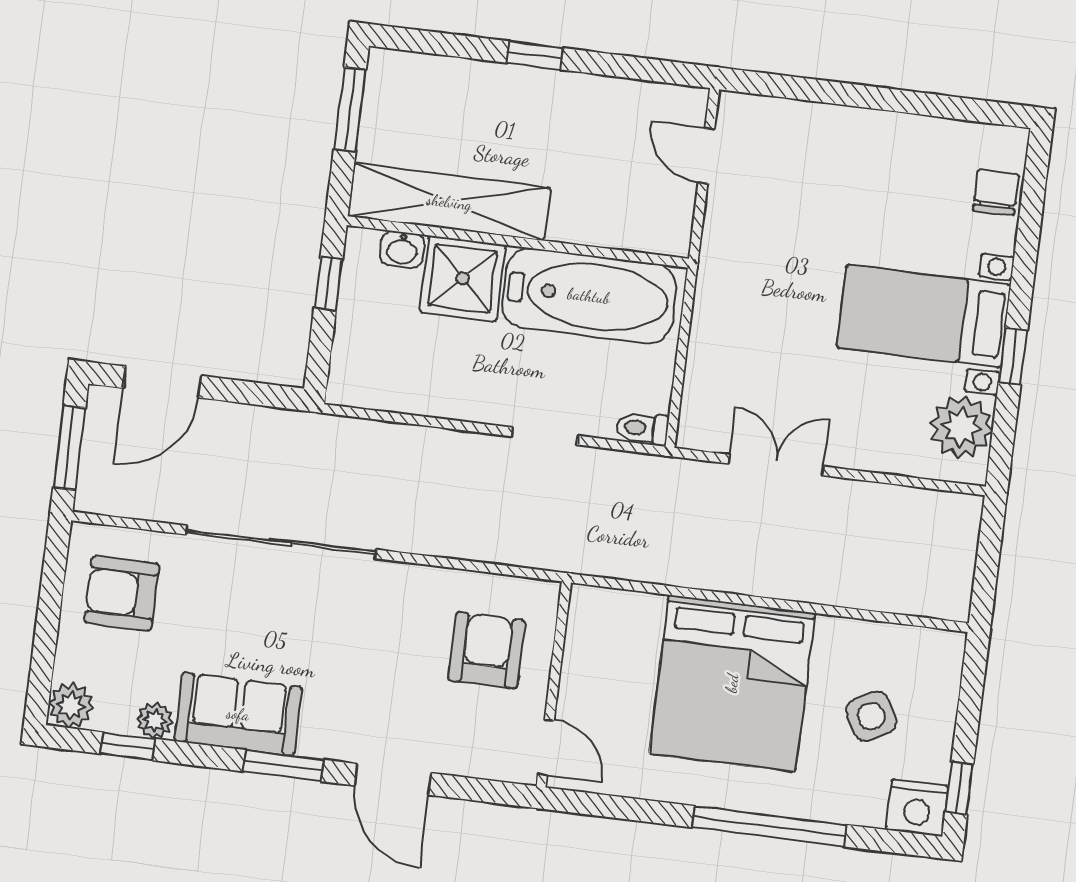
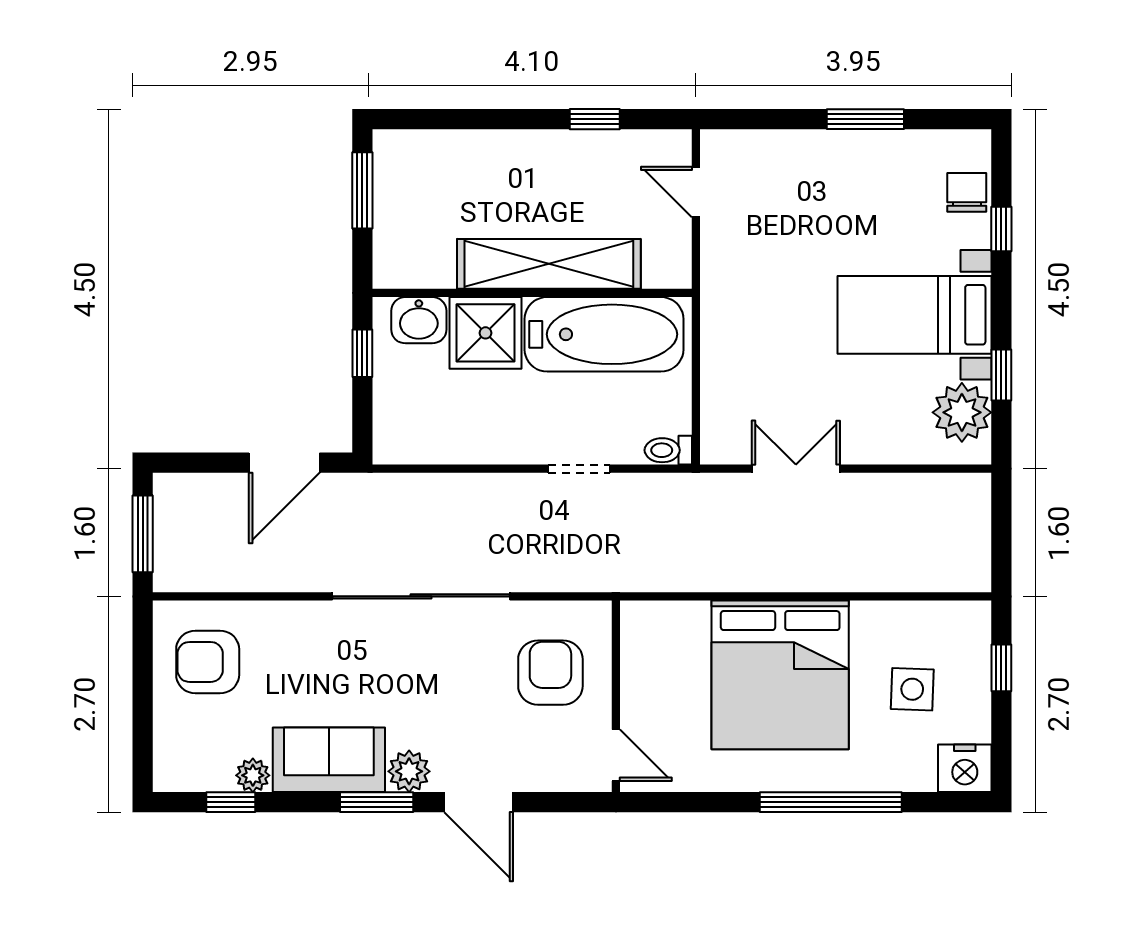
window: (535, 55) -> (595, 119), moved
window: (897, 101) -> (865, 119), added
shelving: (449, 202) -> (549, 264), moved
window: (1028, 236) -> (1001, 229), added
washbasin: (402, 249) -> (419, 320), width x1.38, depth x1.45
window: (1013, 356) -> (1001, 375), moved
door: (162, 382) -> (284, 463), moved
sliding door: (281, 542) -> (421, 596), moved
plant: (71, 706) -> (409, 771), moved
side table: (871, 716) -> (912, 689), turned 32
window: (959, 788) -> (1001, 668), moved

